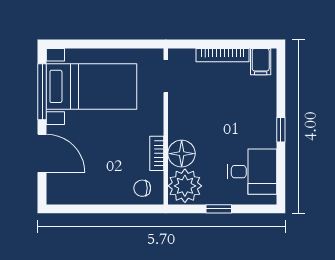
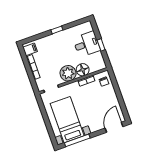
door: (42, 153) -> (114, 127), moved
desk: (252, 172) -> (87, 44), moved, turned 90
plant: (185, 186) -> (68, 73), moved

